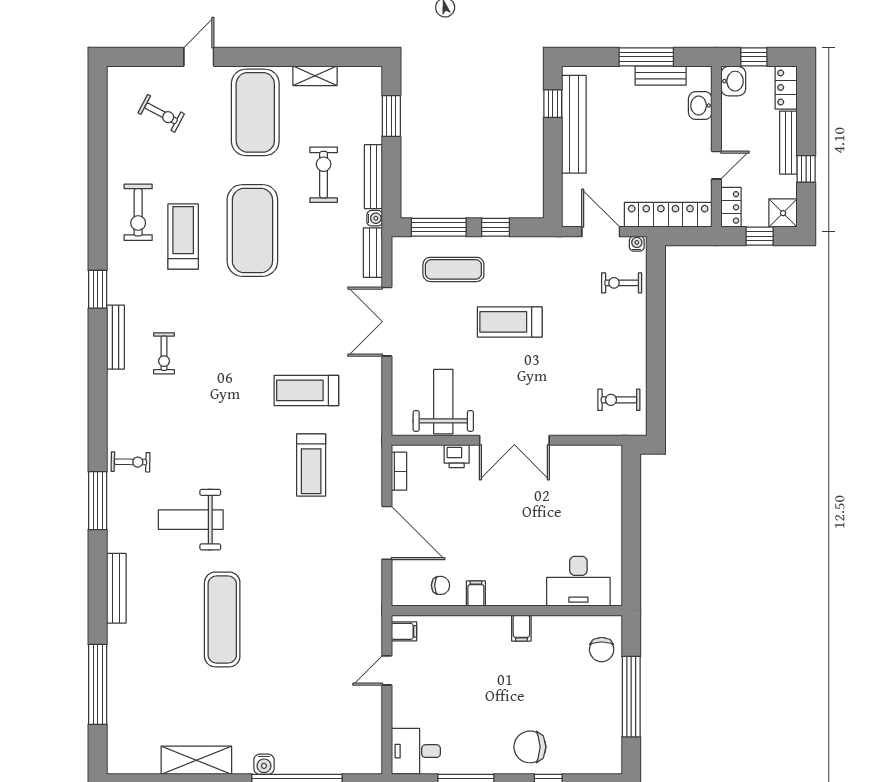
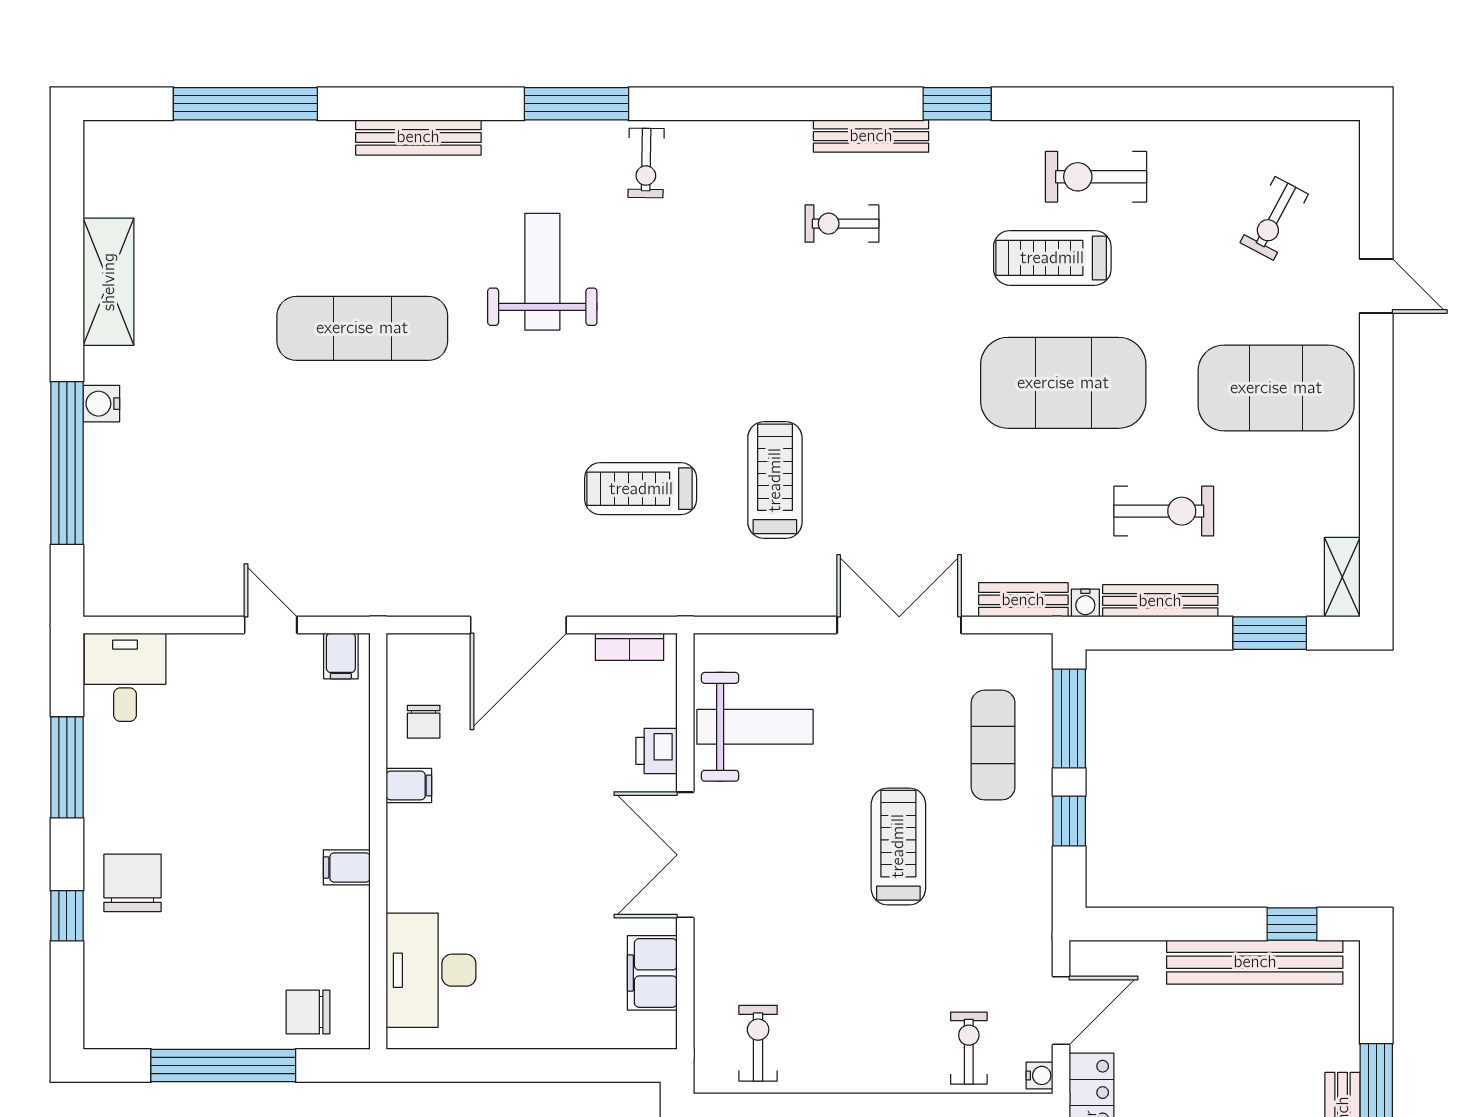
shelving: (315, 76) -> (1342, 577), moved
treadmill: (183, 237) -> (1052, 258), turned 180
filing cabinet: (580, 459) -> (652, 973), added

